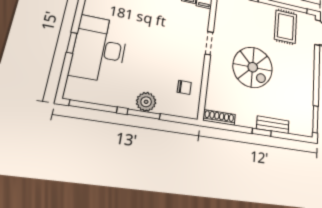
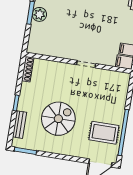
spiral stairs: (253, 67) -> (58, 119), moved, turned 180
chair: (184, 87) -> (50, 43), removed
bench: (273, 125) -> (20, 125), moved

